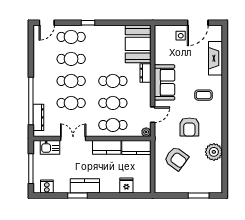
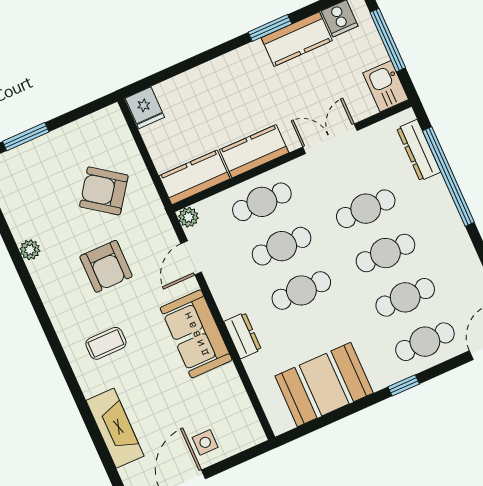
booth: (138, 44) -> (324, 385), moved, turned 90
armchair: (189, 127) -> (106, 266), turned 180
double door: (73, 139) -> (330, 139), swing flipped
kitchen sink: (50, 147) -> (386, 86), moved, turned -90
plant: (214, 152) -> (30, 250), width x0.53, depth x0.53
kitchen counter: (85, 186) -> (297, 39), moved
fridge: (126, 186) -> (145, 108), moved

